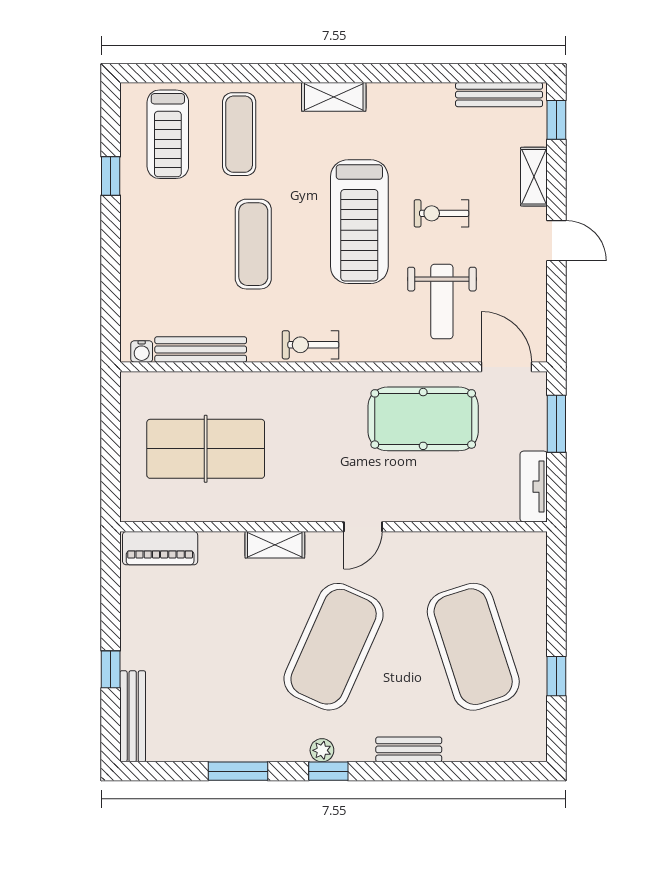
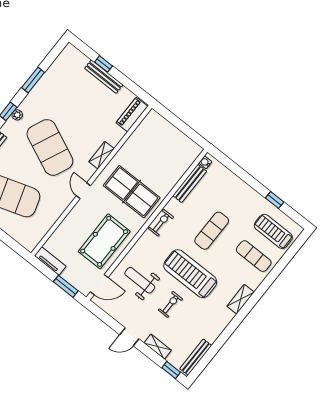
exercise mat: (253, 244) -> (212, 231), turned 90
table tennis table: (206, 449) -> (132, 192), moved, turned 90
bench: (133, 716) -> (104, 77), moved

